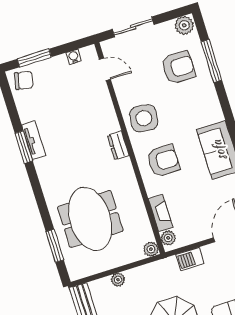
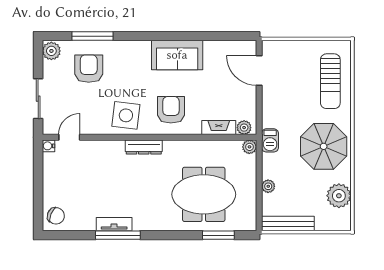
water cooler: (74, 57) -> (48, 146), moved
window: (34, 58) -> (38, 199), removed
chair: (24, 80) -> (56, 216), turned 100
dresser: (118, 145) -> (144, 147), width x1.44
window: (24, 147) -> (118, 235), width x1.44
barbecue: (190, 259) -> (270, 140), moved

